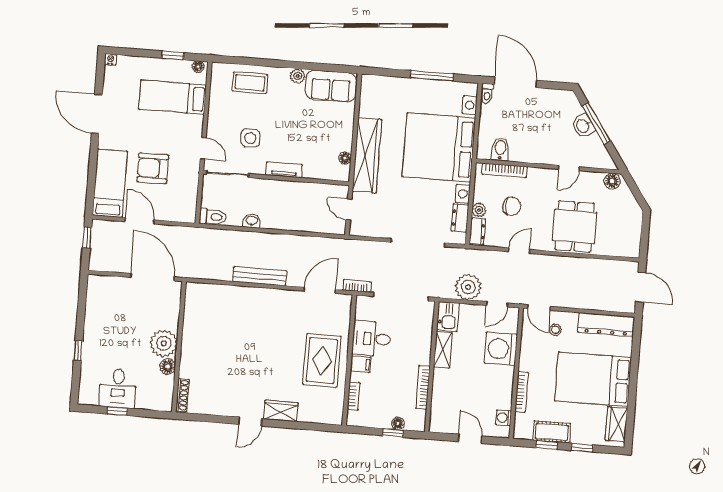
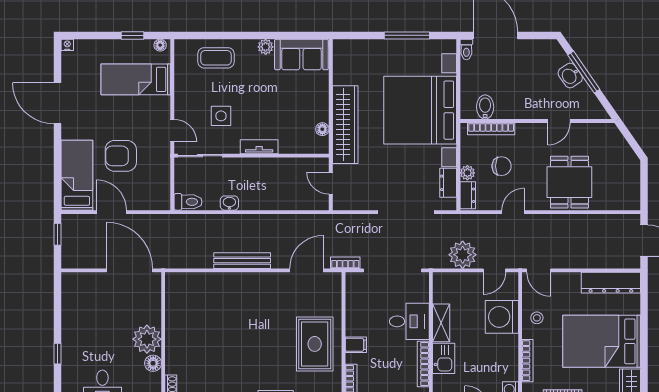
floor lamp: (612, 181) -> (605, 131), removed
kitchen sink: (448, 316) -> (444, 358), moved
stool: (555, 330) -> (537, 318), moved
desk: (371, 339) -> (409, 321), moved, turned 180

